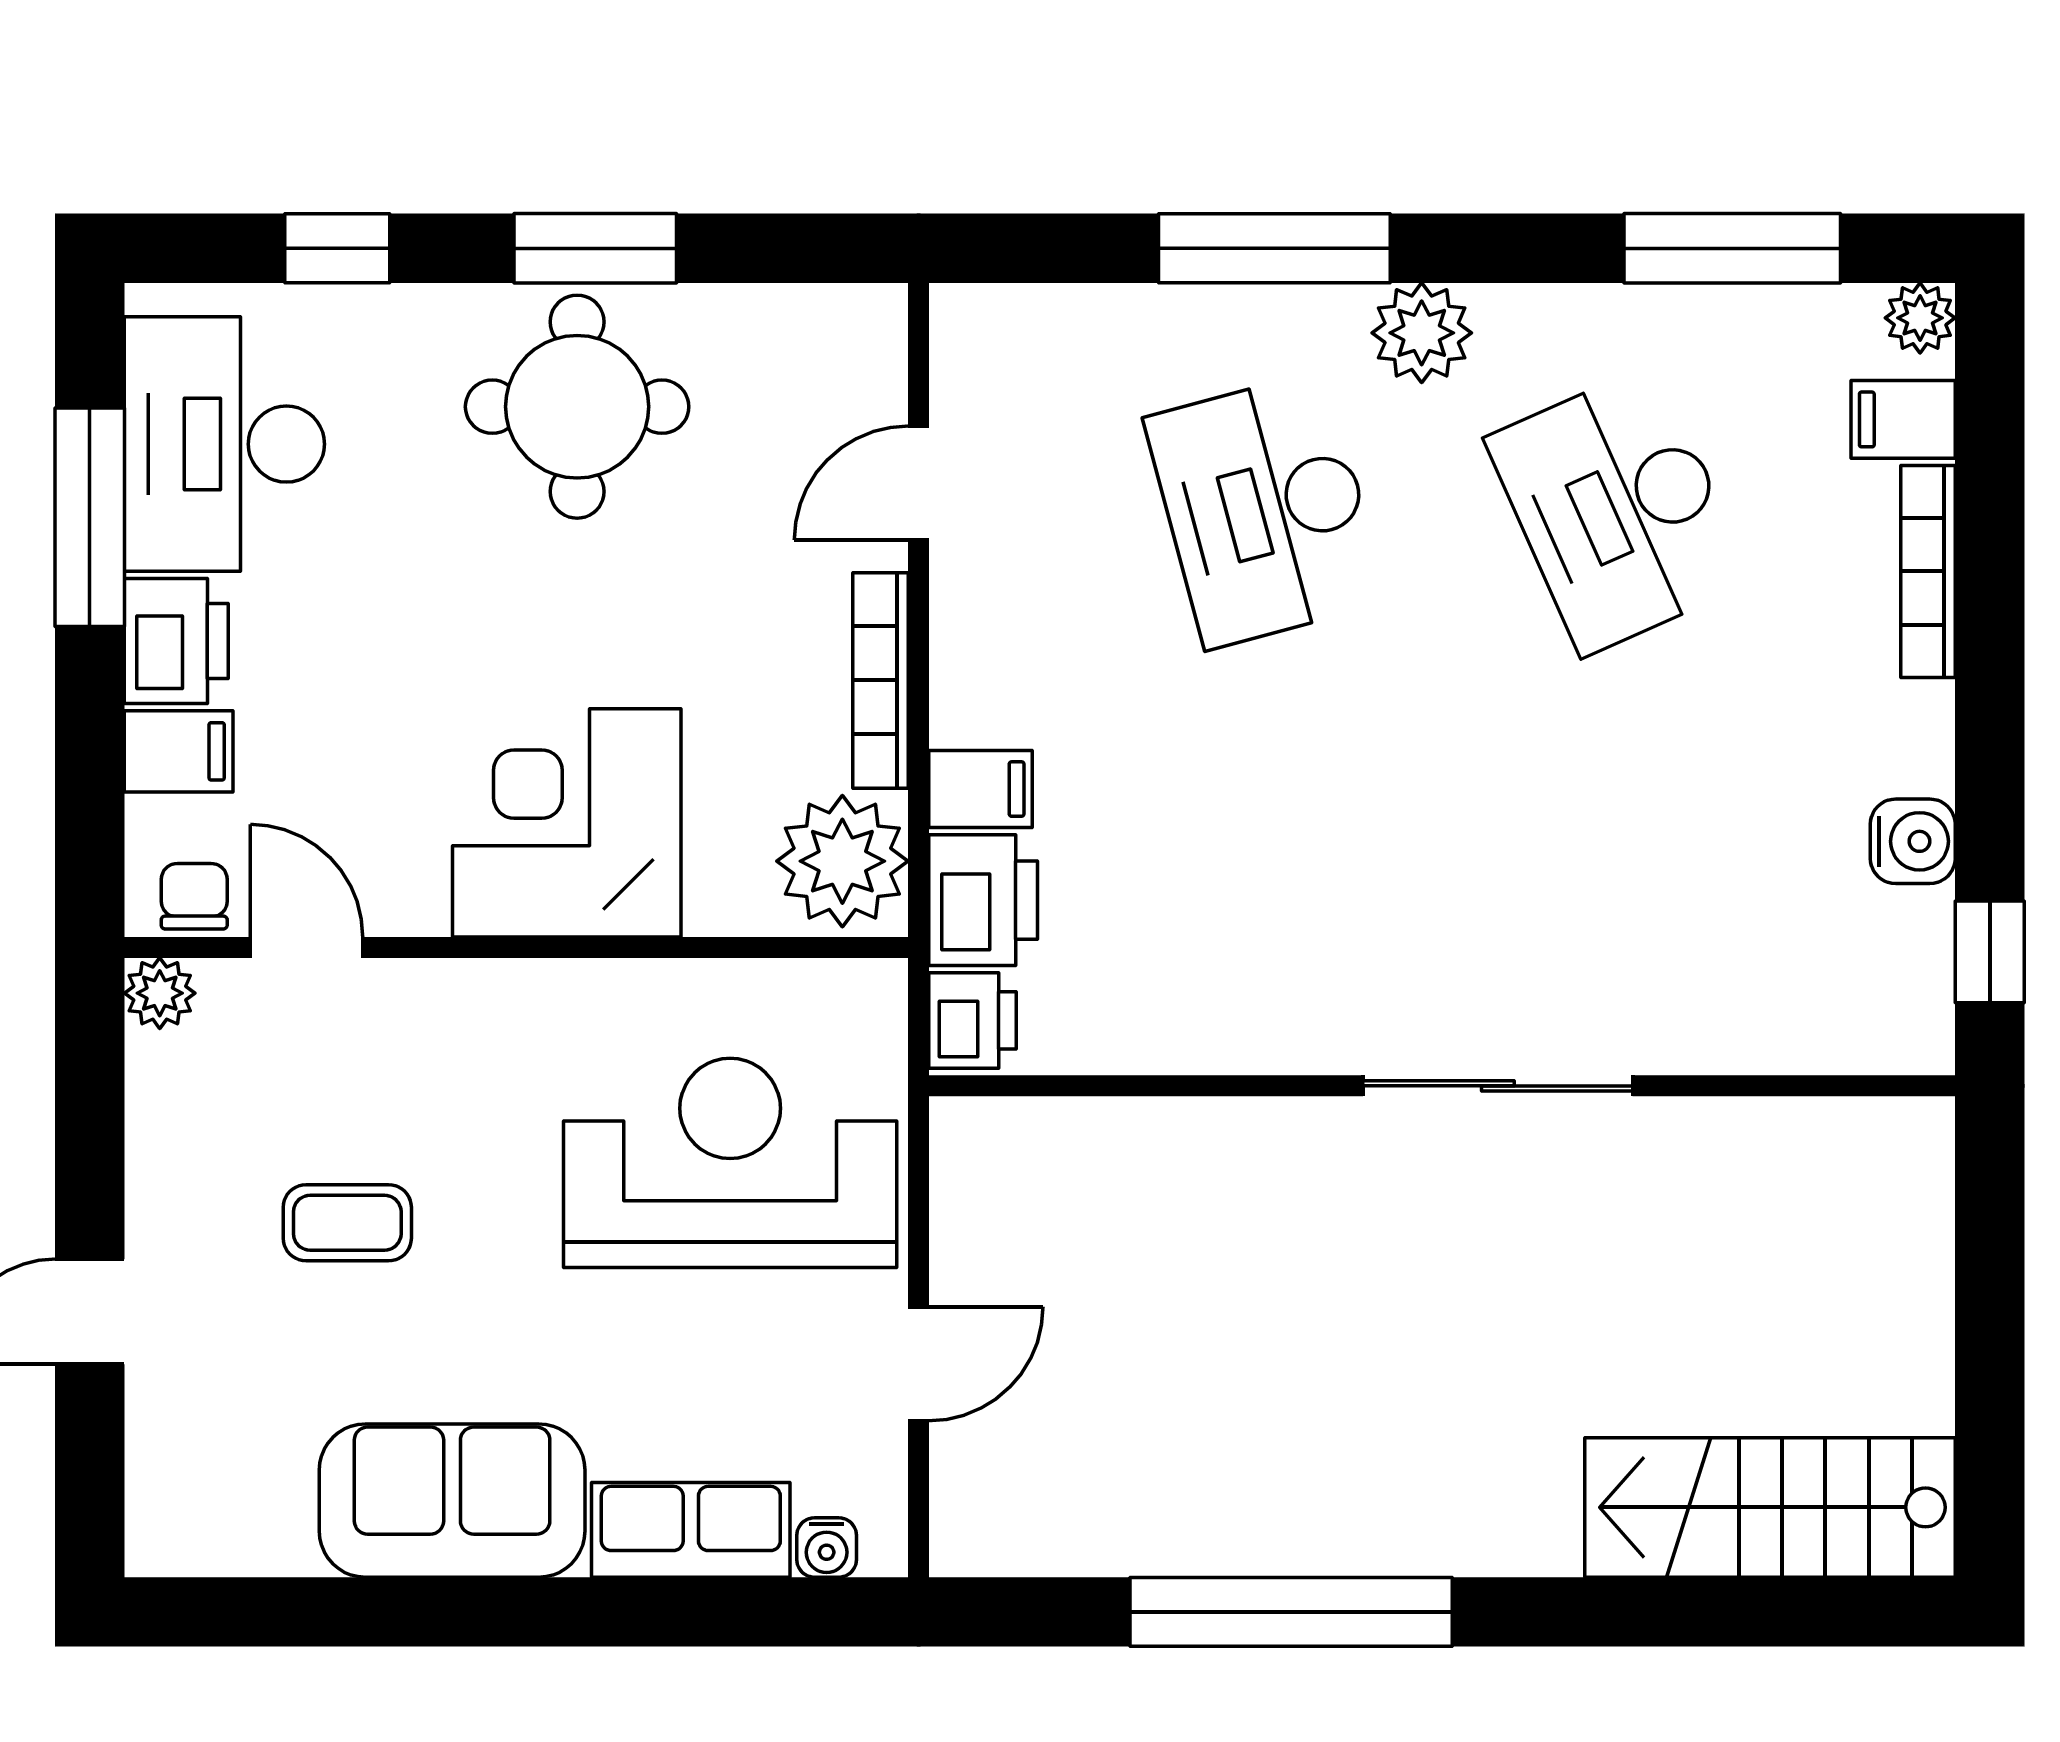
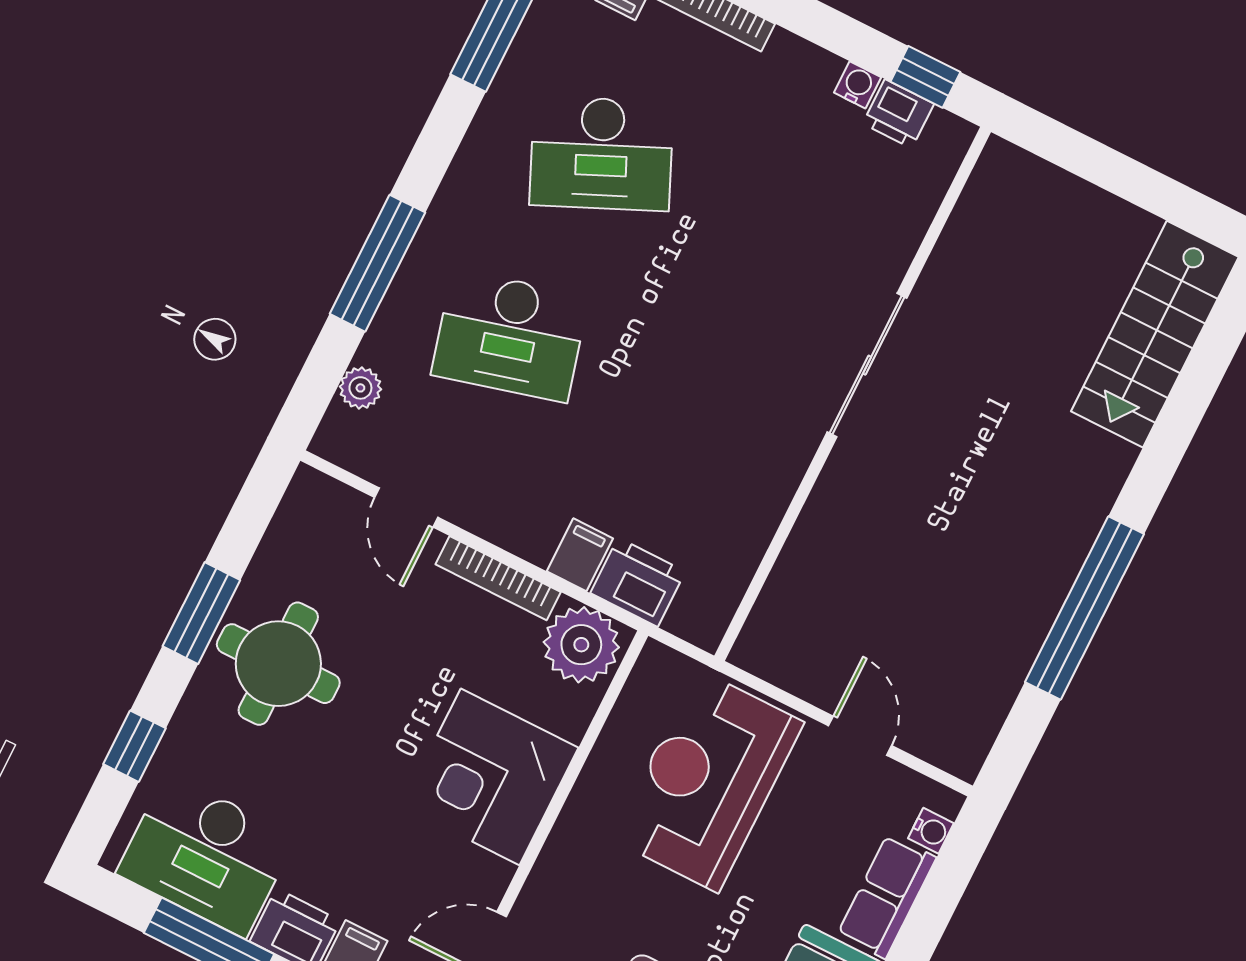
plant: (1422, 333) -> (360, 388), moved, width x0.73, depth x0.73
water cooler: (1913, 841) -> (858, 85), width x0.72, depth x0.72
printer: (973, 1020) -> (898, 114), moved, turned 180

